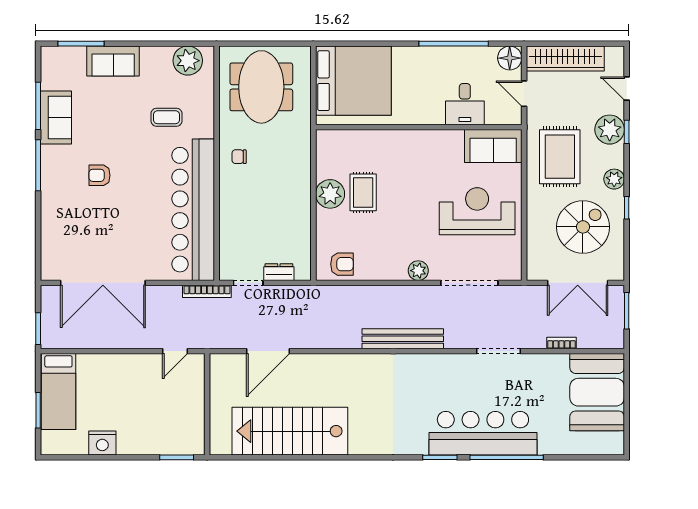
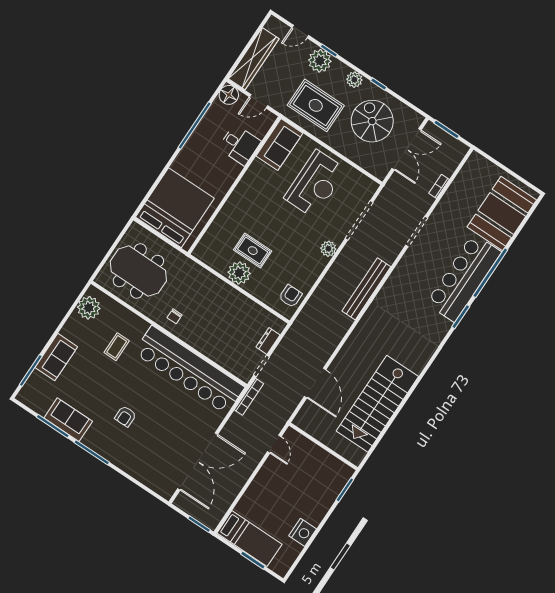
reception desk: (477, 211) -> (315, 184), turned 180
booth: (597, 392) -> (502, 213), moved, turned 90

